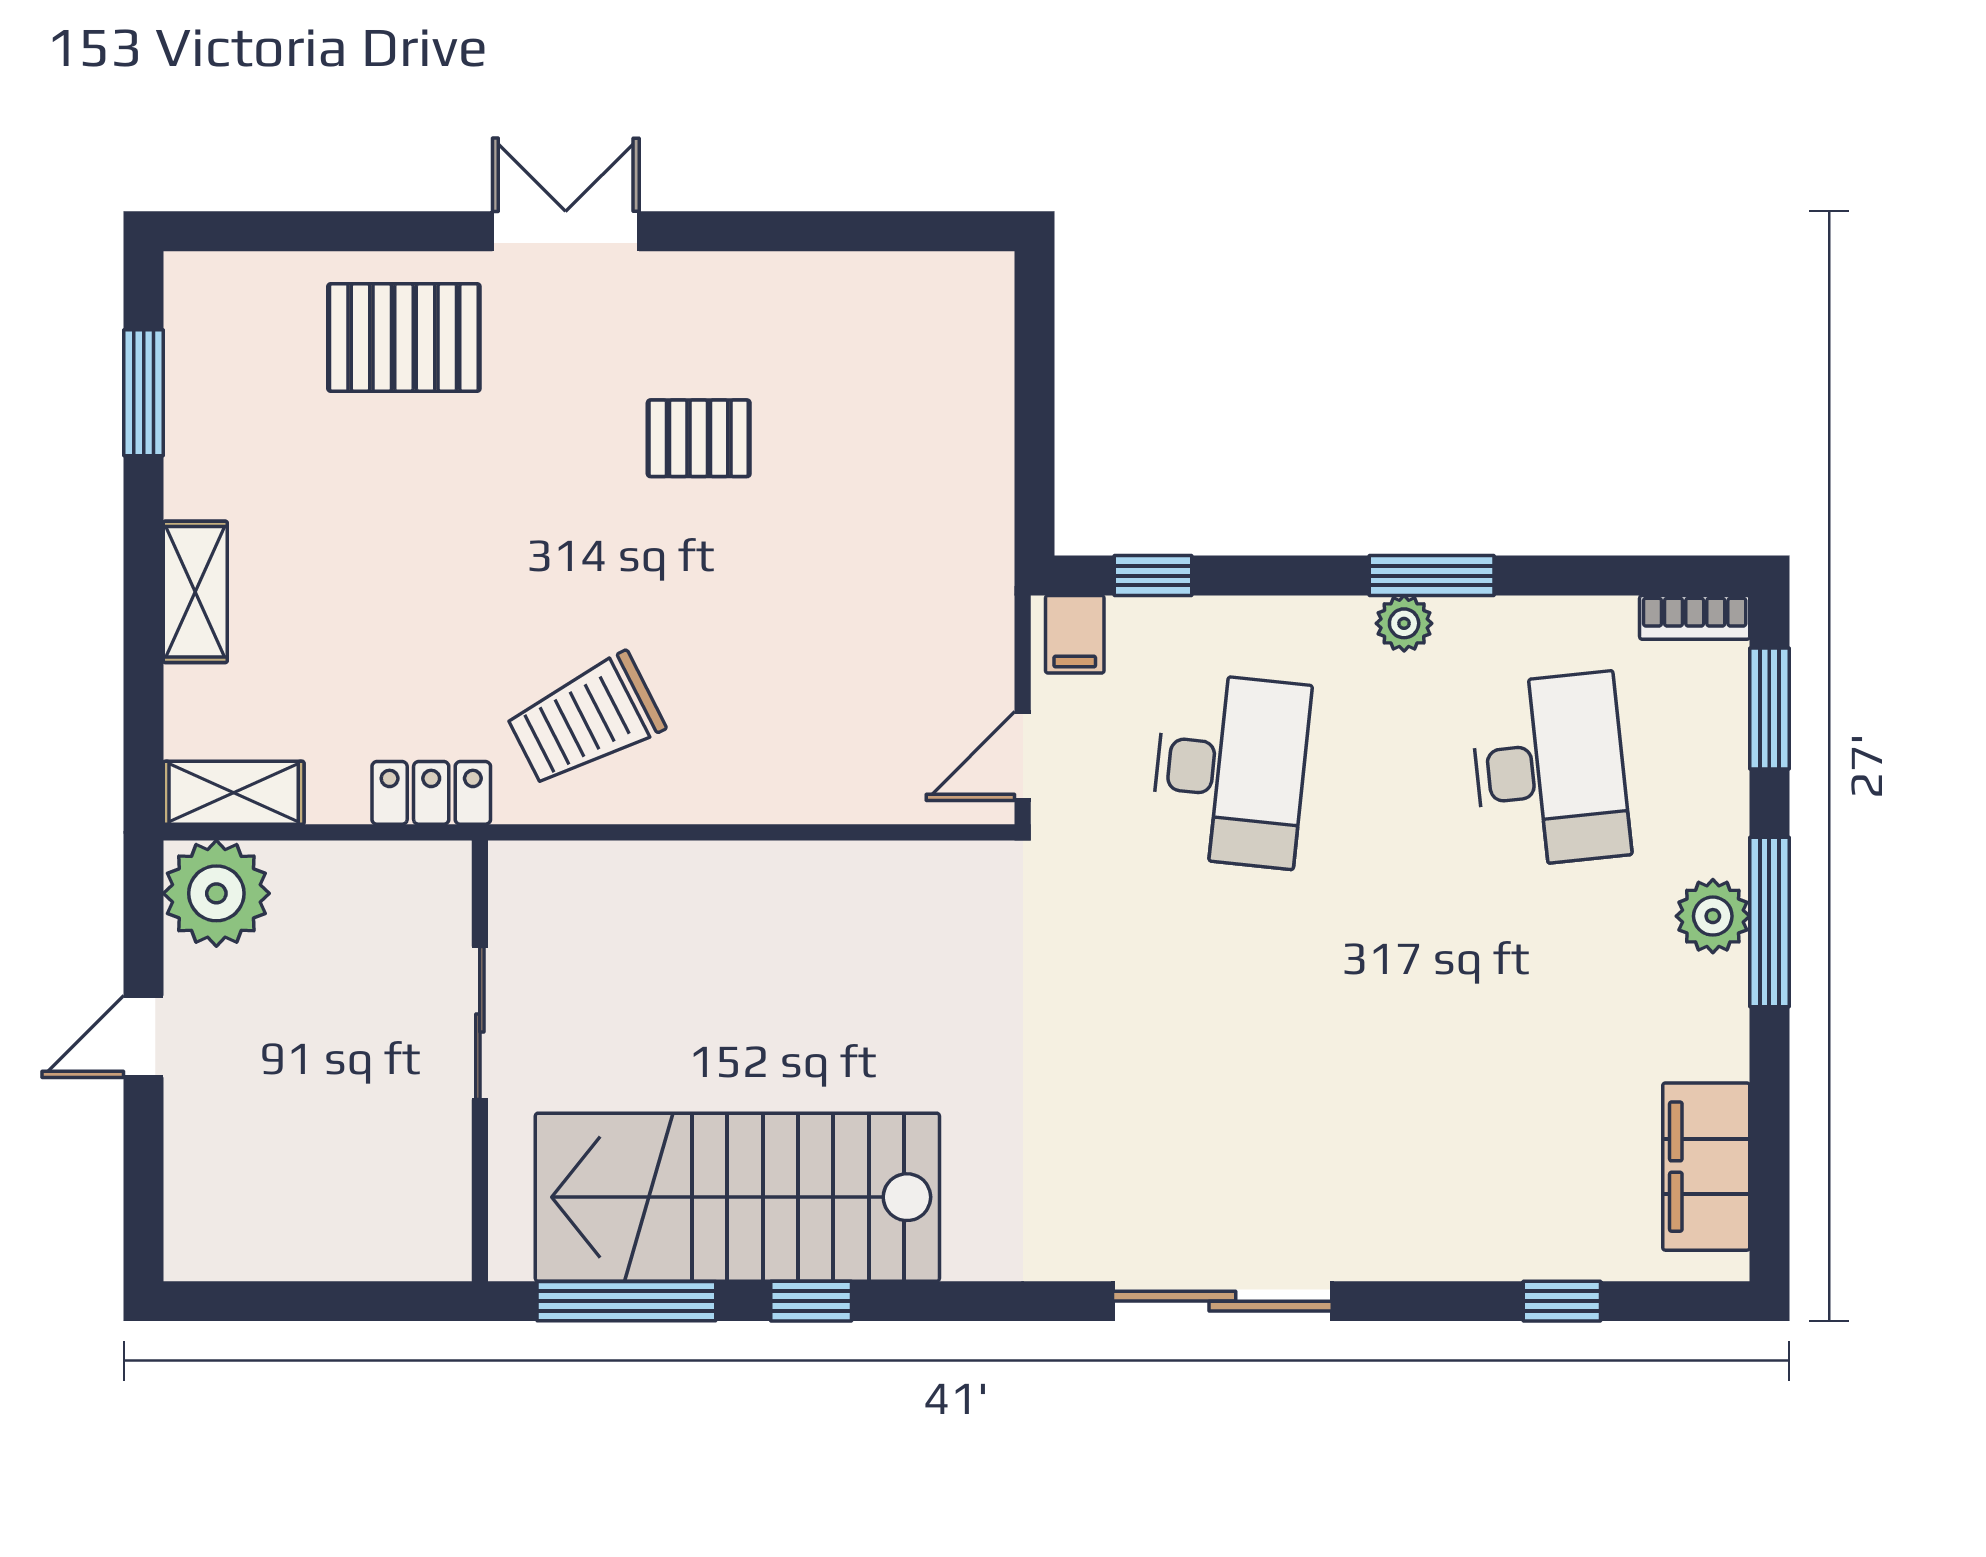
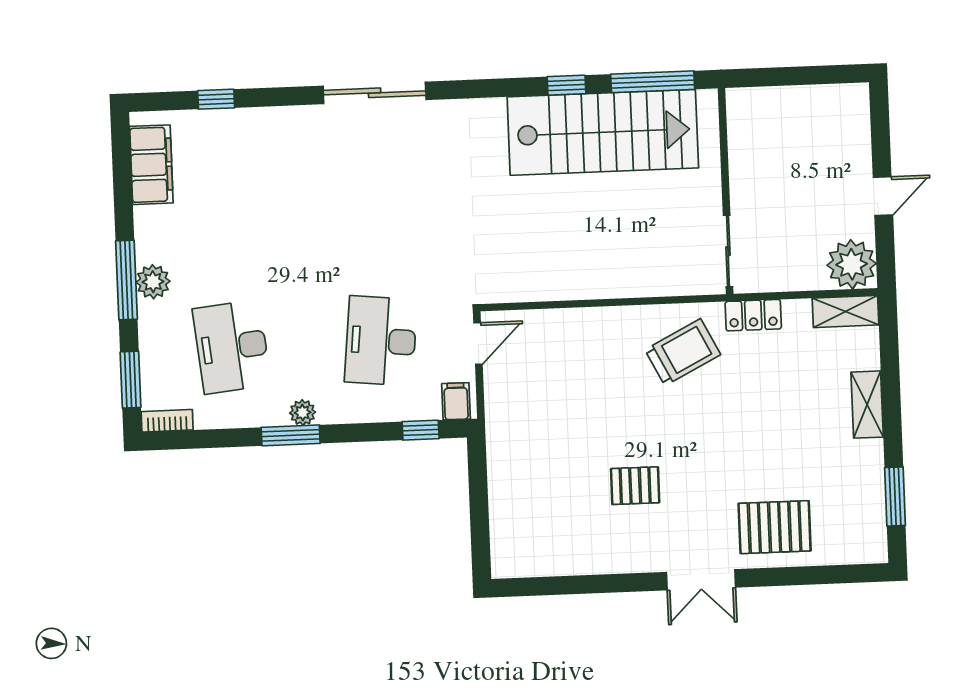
sliding door: (480, 1023) -> (728, 251), moved

